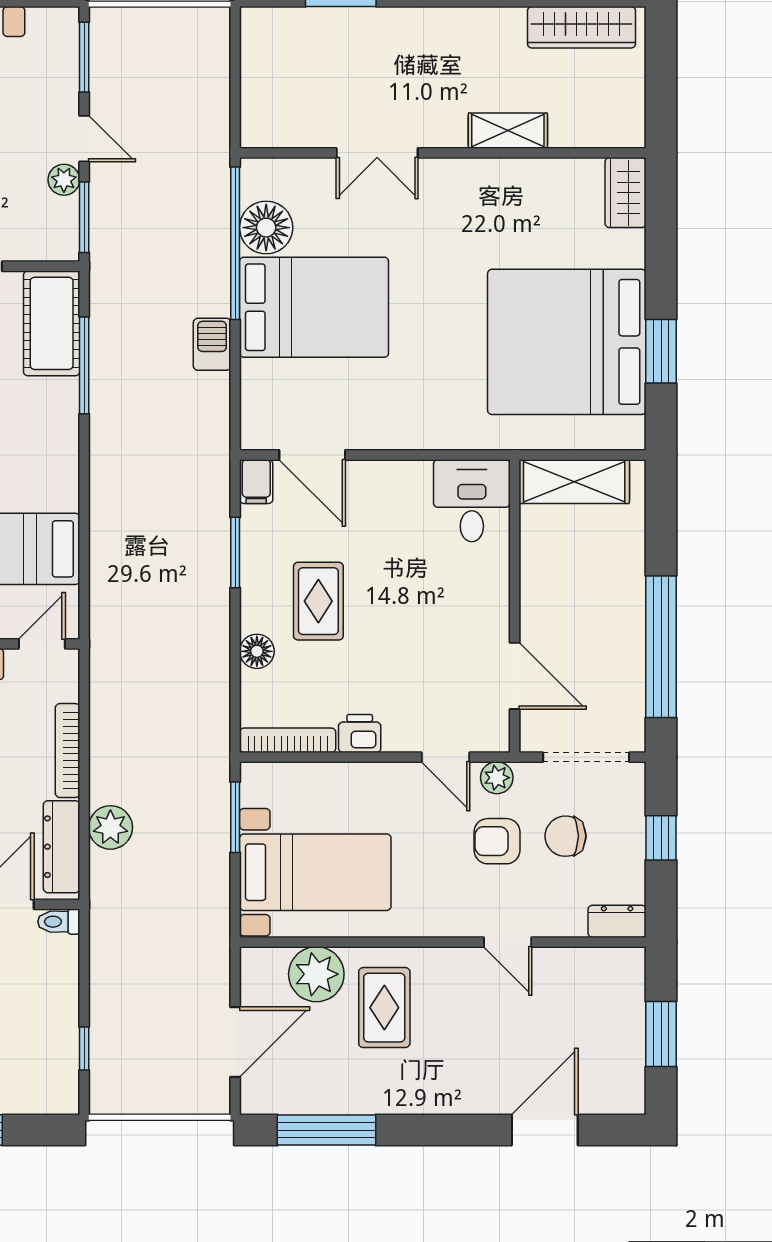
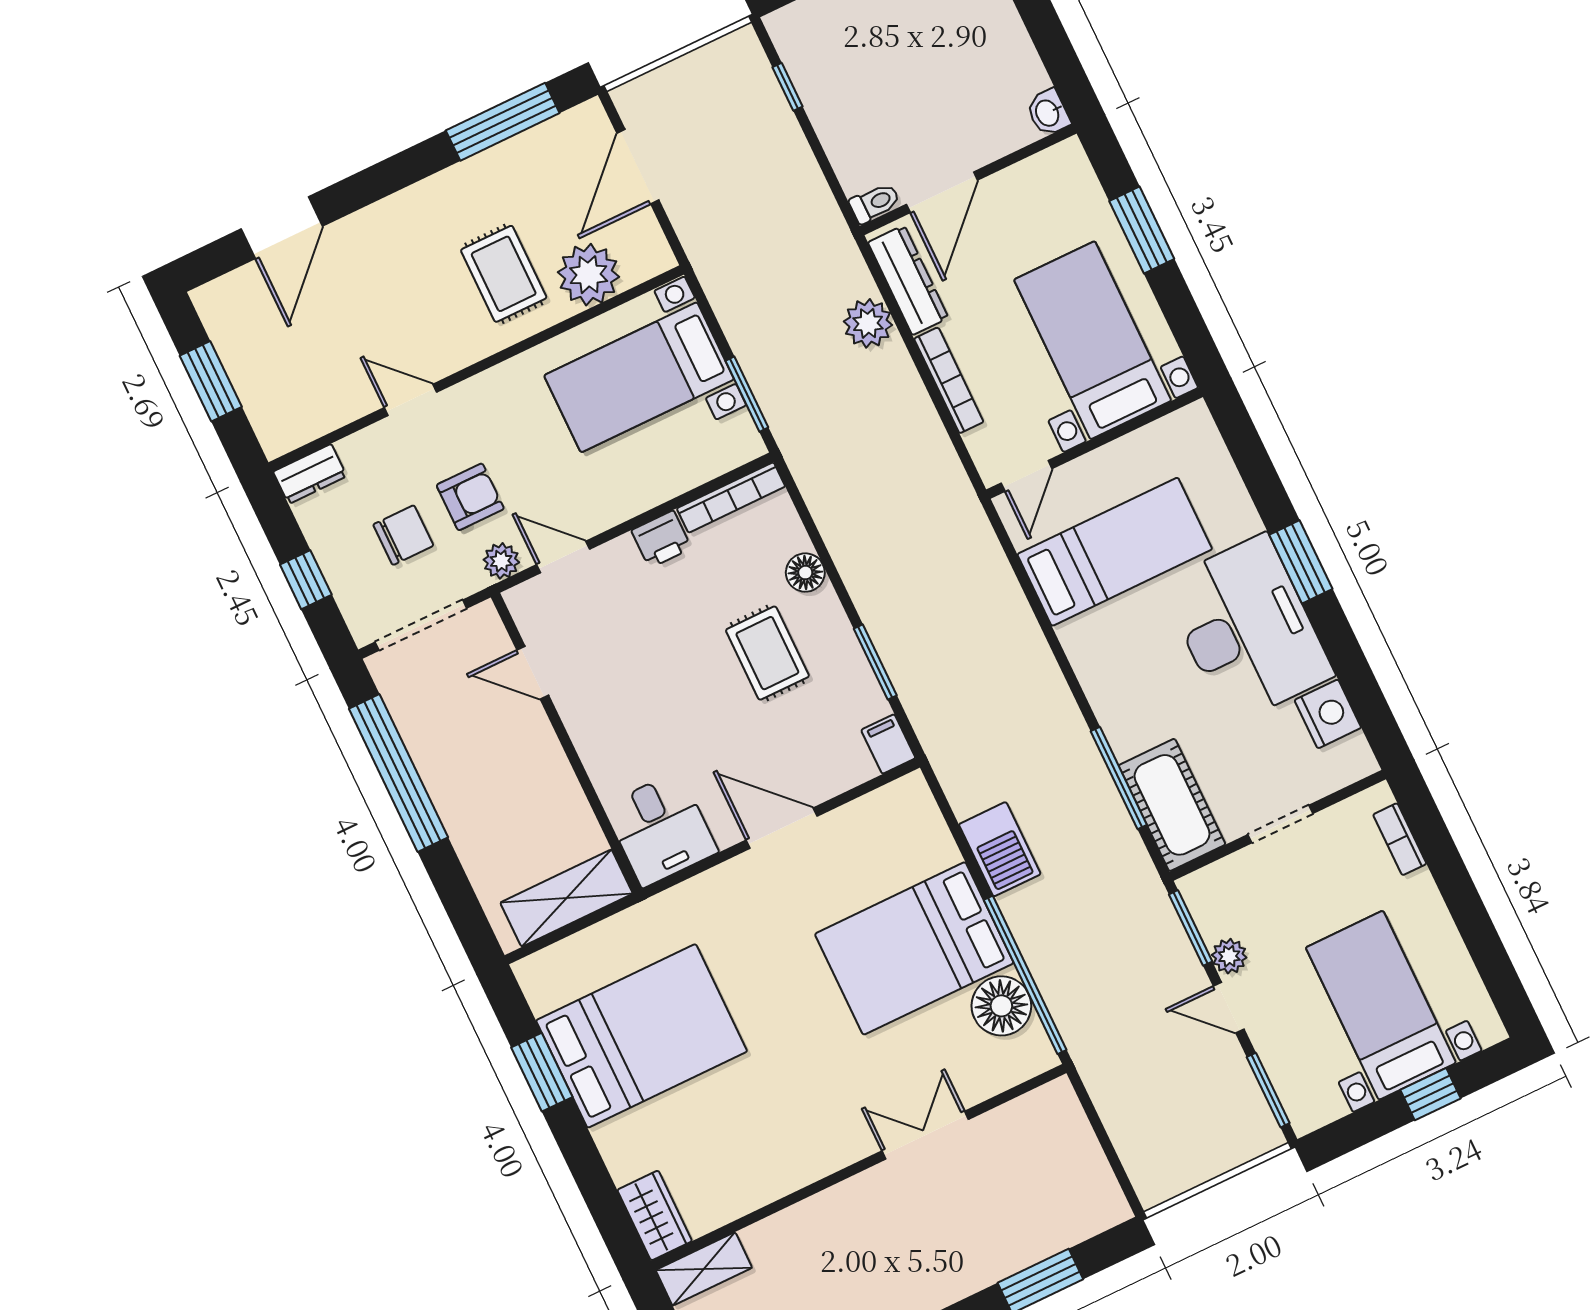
shelving: (508, 131) -> (704, 1269), moved
bed: (567, 342) -> (642, 1036), width x0.73
barbecue: (212, 344) -> (1000, 849), width x1.38, depth x1.27
door: (312, 455) -> (782, 828), moved
door: (515, 676) -> (533, 673), width x0.73

